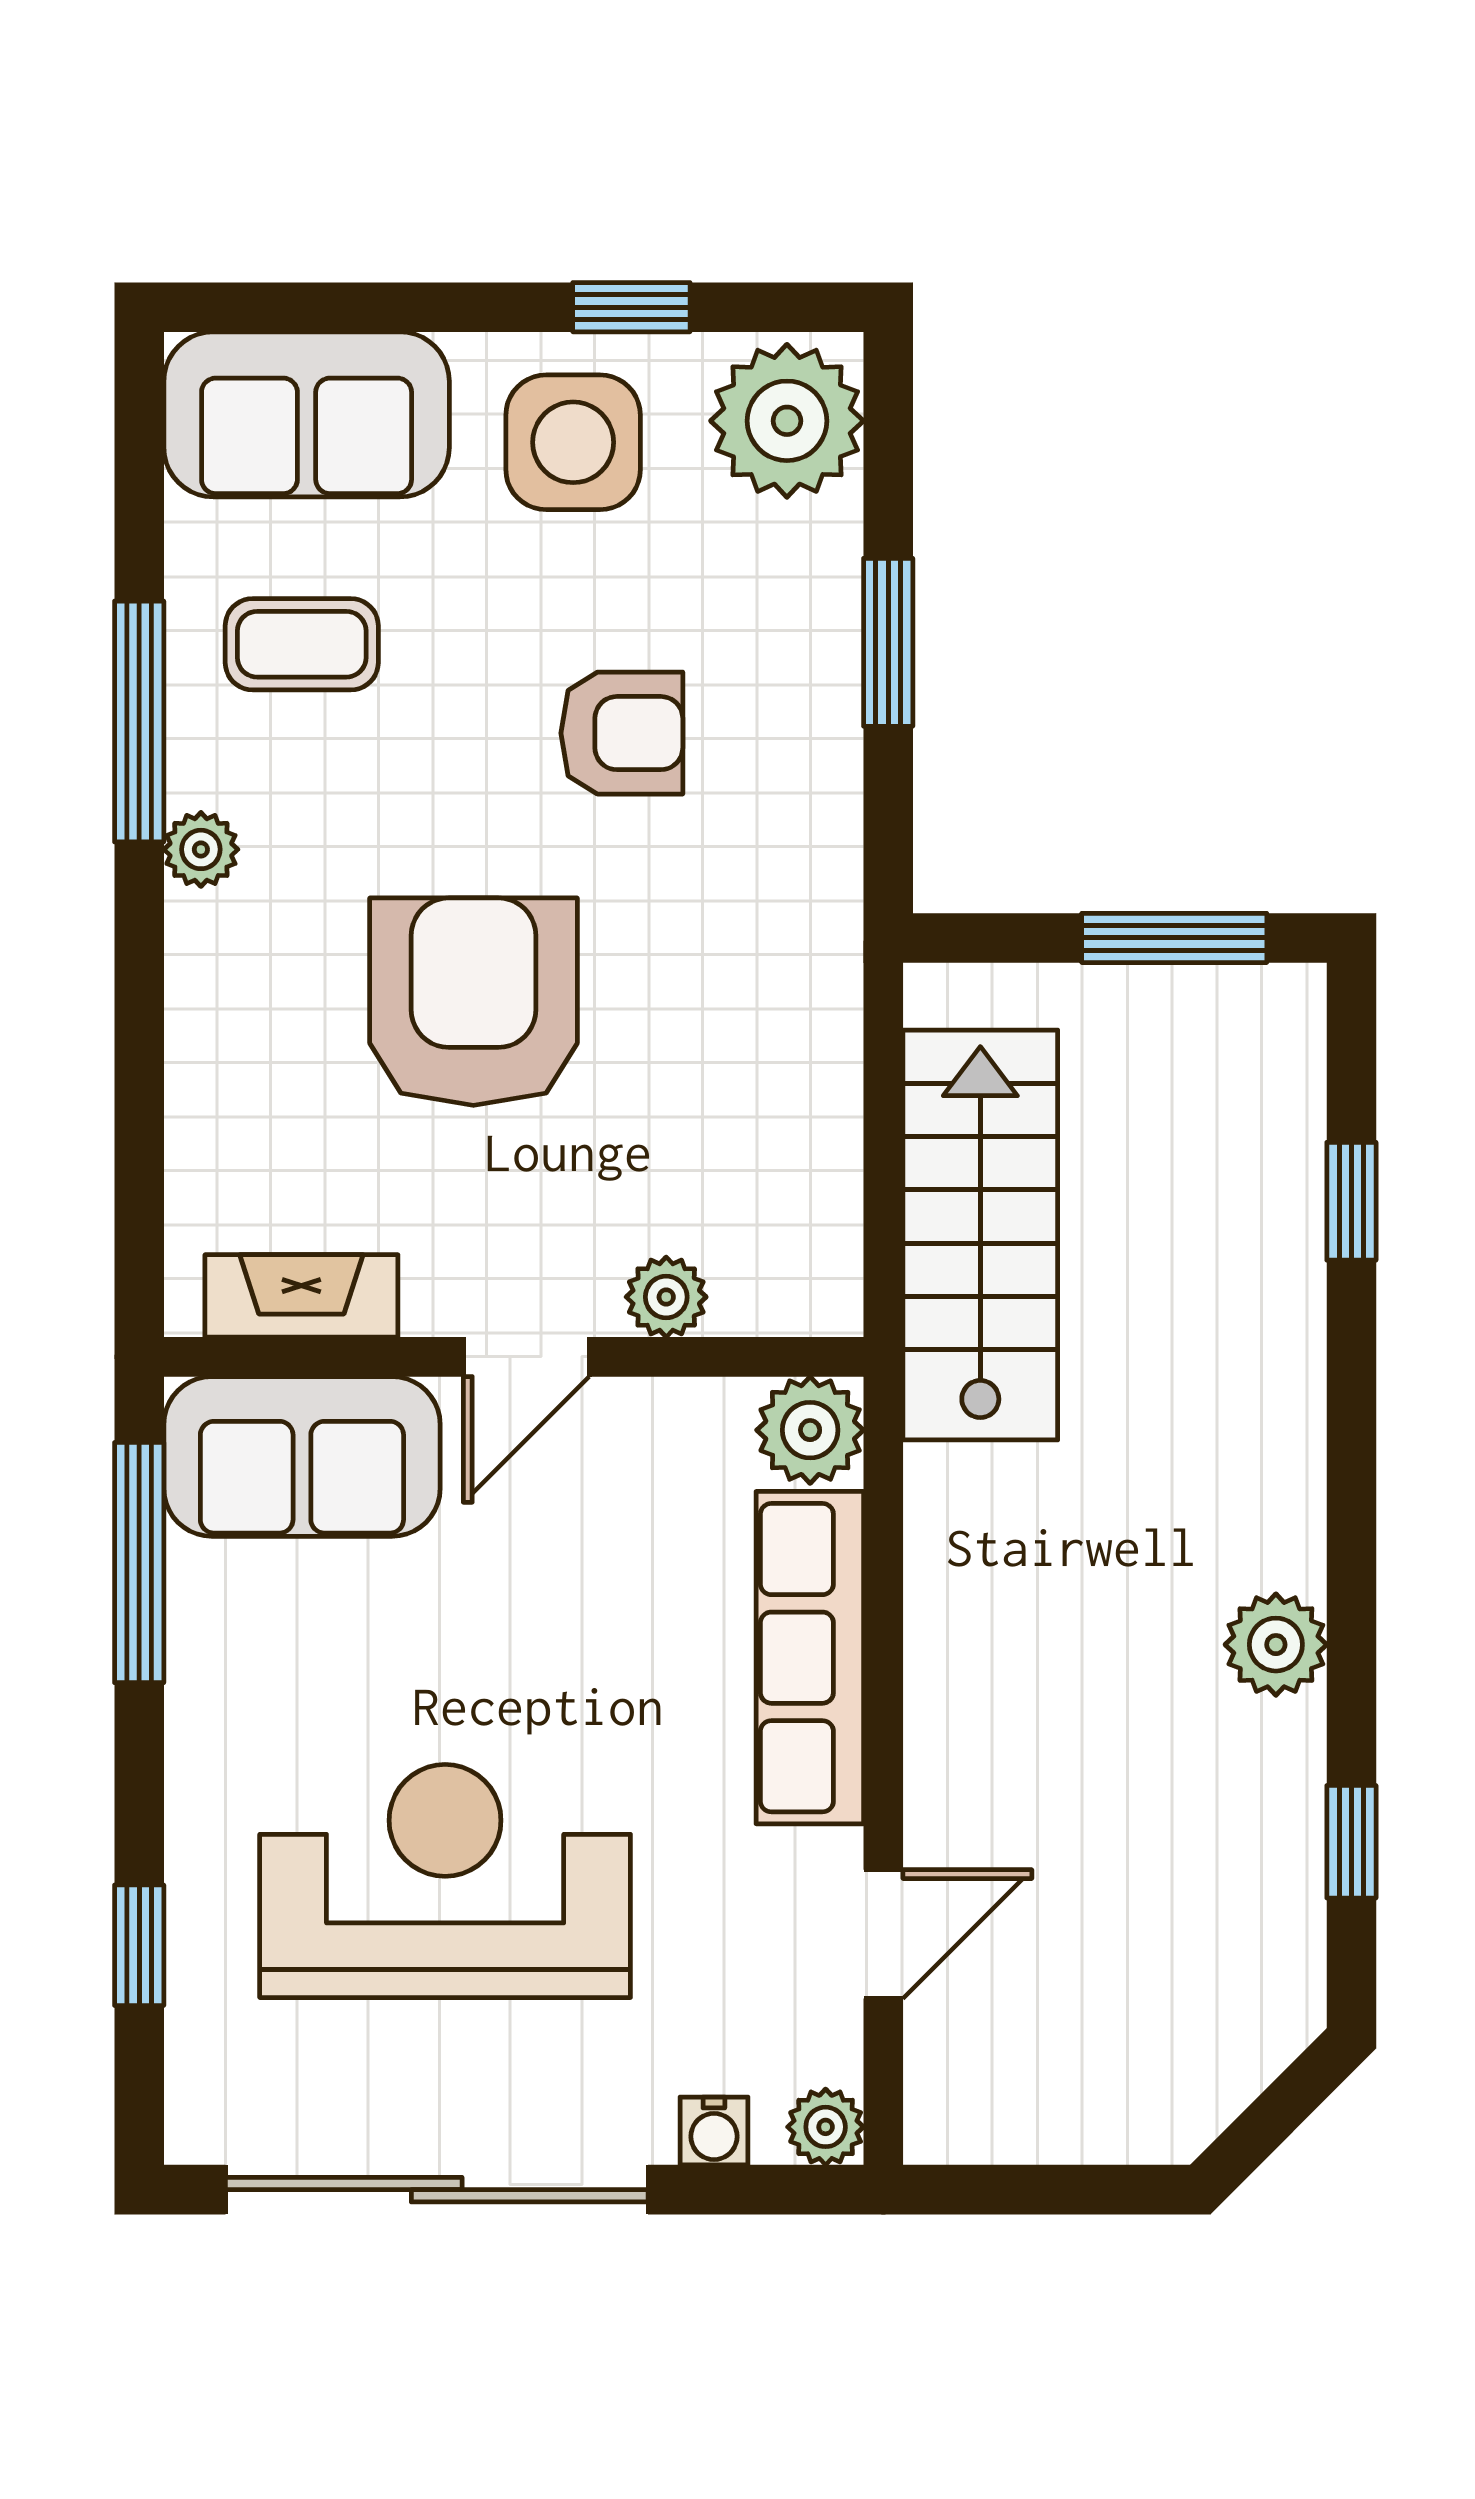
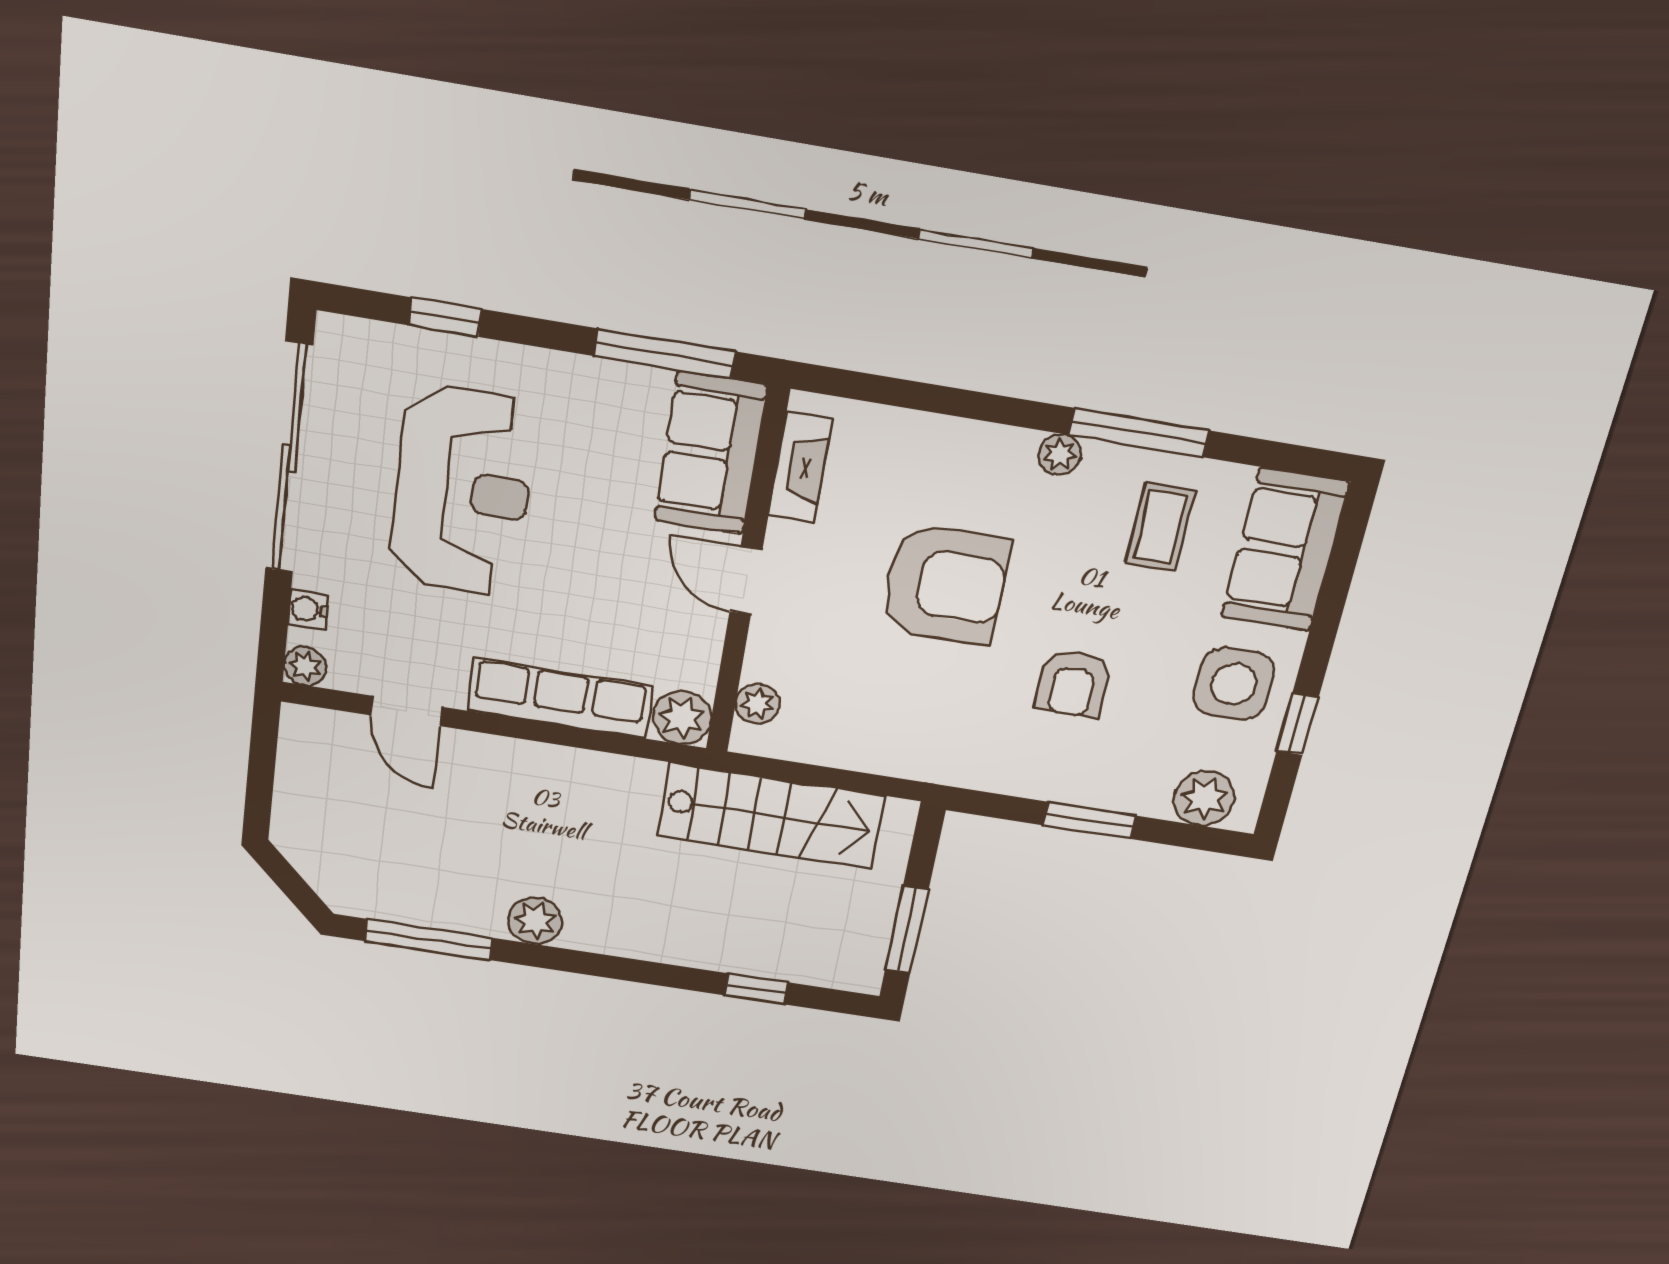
plant: (787, 421) -> (1204, 798), width x0.73, depth x0.73
plant: (666, 1297) -> (757, 704), moved
window: (1351, 1842) -> (429, 940), width x2.17

